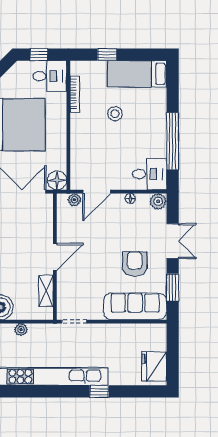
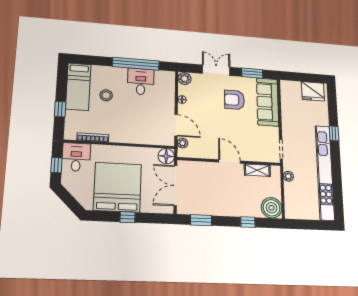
stool: (115, 114) -> (106, 95), moved
desk: (150, 174) -> (141, 82), moved
plant: (21, 330) -> (288, 176), moved

